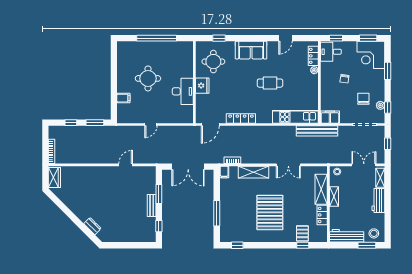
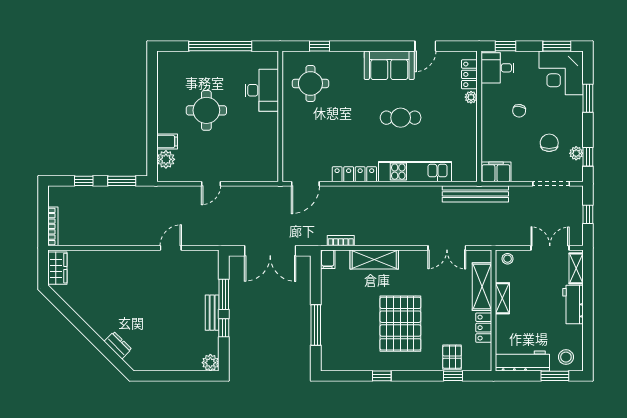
sofa: (251, 50) -> (389, 65), moved
fridge: (202, 86) -> (293, 122), removed
desk: (183, 91) -> (262, 90), moved
plant: (123, 109) -> (166, 159), added
kitchen unit: (295, 117) -> (415, 172), moved
double door: (288, 165) -> (447, 248), moved
window: (159, 226) -> (224, 328), moved
plant: (151, 237) -> (210, 363), added
window: (237, 245) -> (382, 376), moved

